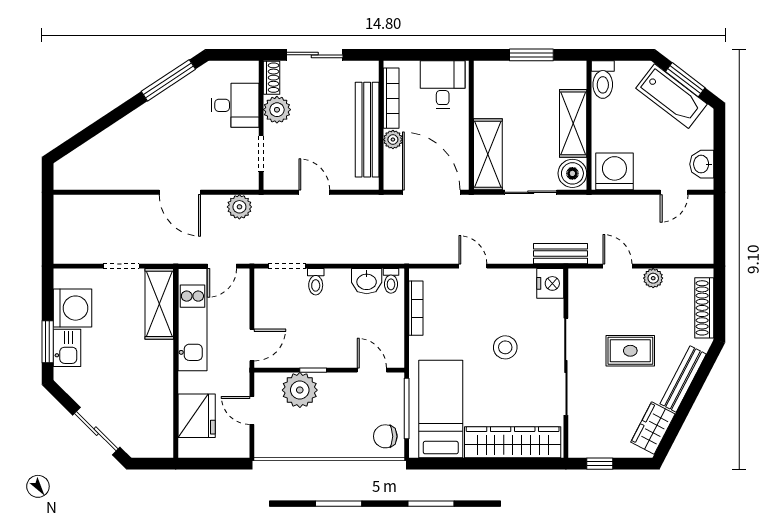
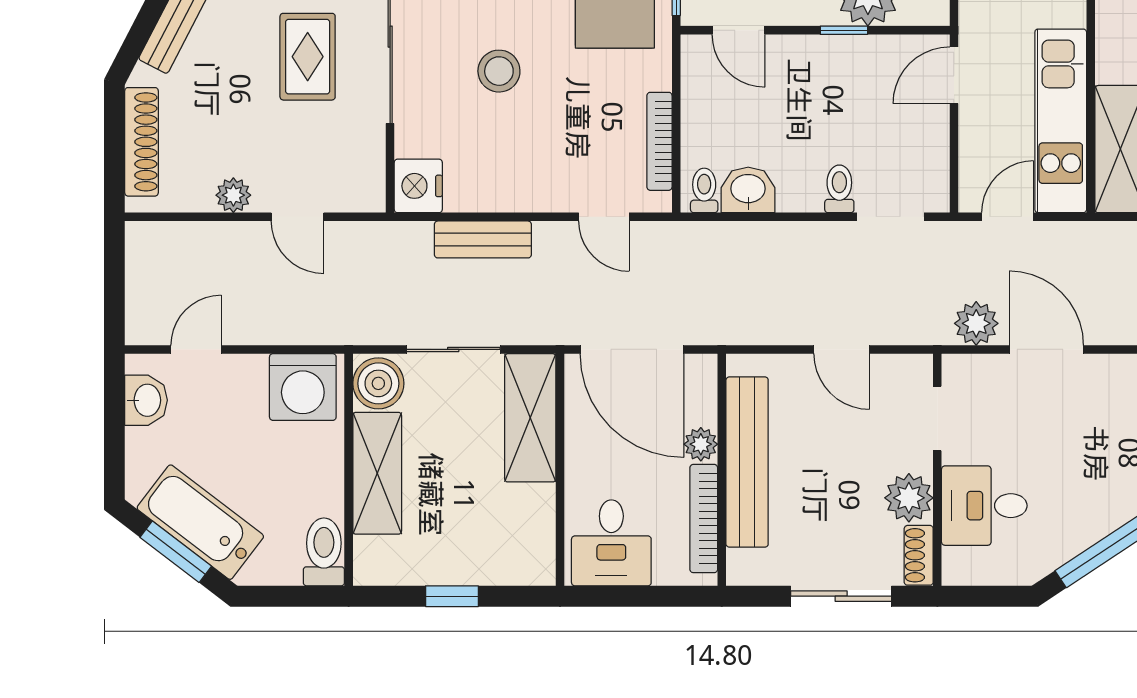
window: (531, 55) -> (452, 596), width x0.67
door: (180, 192) -> (1046, 349), moved
bench: (561, 254) -> (483, 239), moved
door: (473, 266) -> (604, 217), moved
rug: (630, 351) -> (308, 57), moved, turned 90

